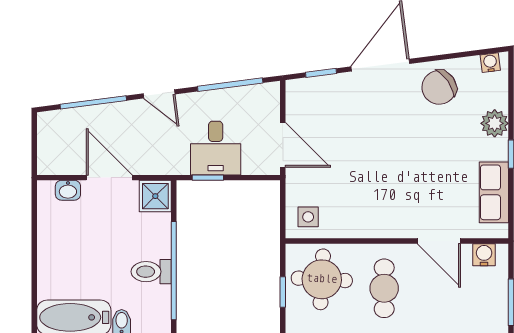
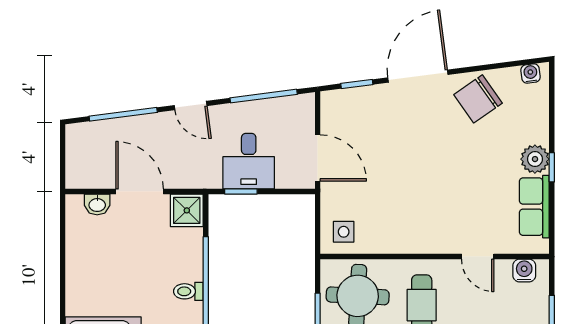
plant: (495, 123) -> (535, 159), moved
door: (439, 241) -> (478, 257), width x0.73
toilet: (151, 272) -> (188, 291), width x0.73, depth x0.72

